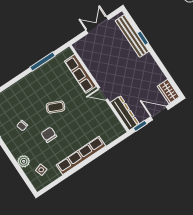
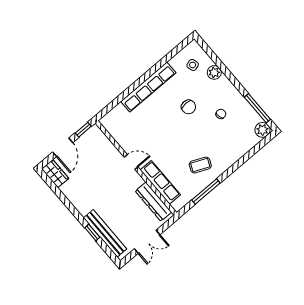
coffee table: (55, 107) -> (200, 165), moved
dresser: (125, 113) -> (153, 202), moved
door: (159, 113) -> (63, 147), hinge flipped

